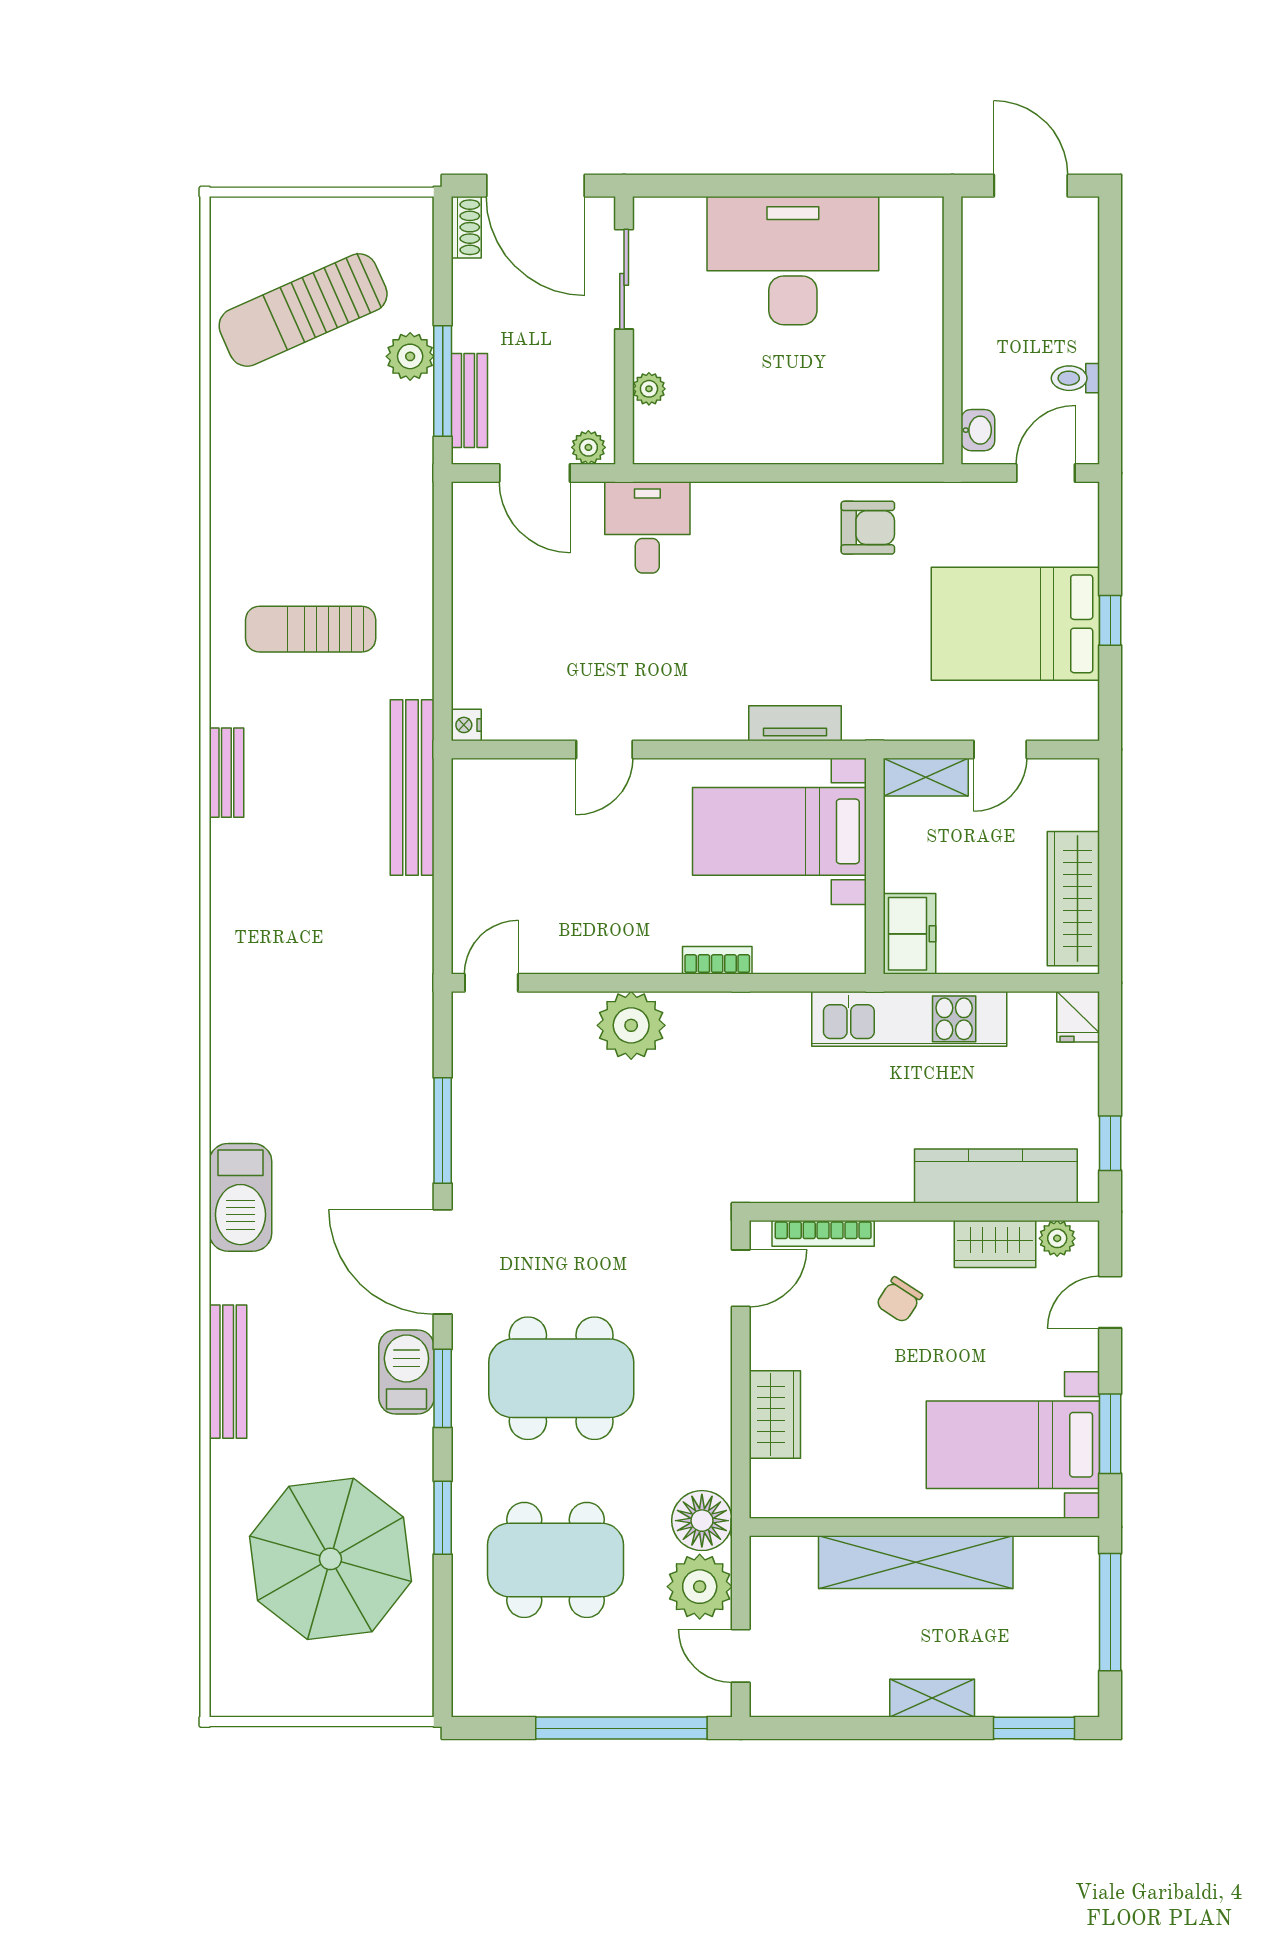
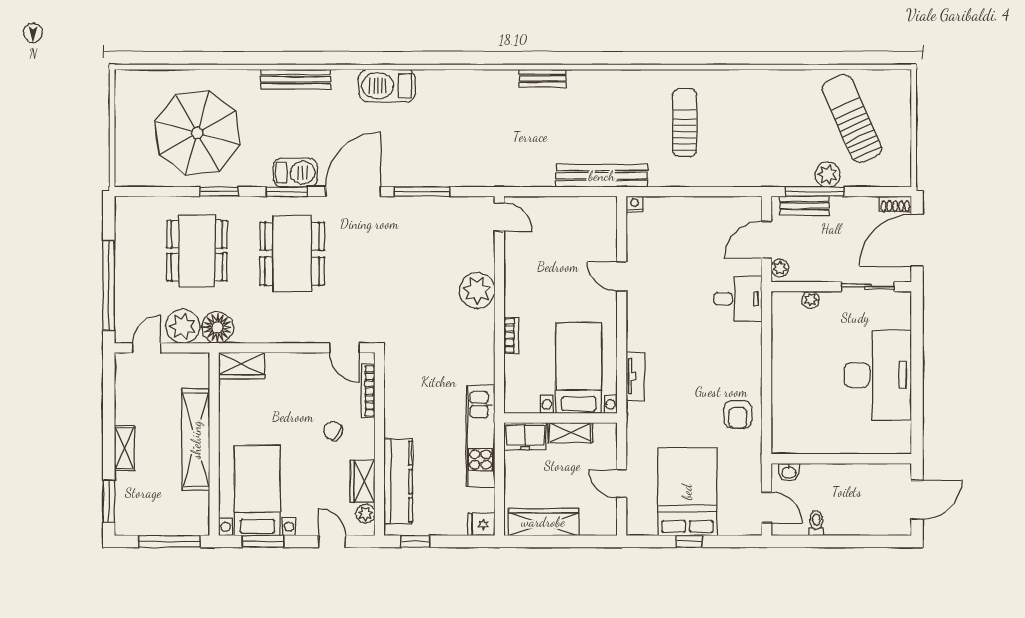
bench: (226, 773) -> (543, 78), moved
shelving: (926, 777) -> (570, 433), moved, turned 90
wardrobe: (775, 1415) -> (242, 366), moved

